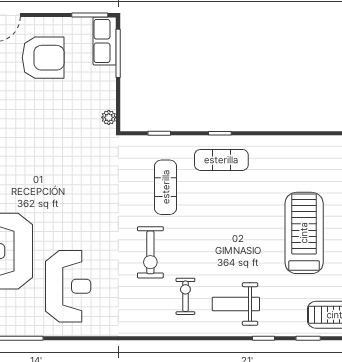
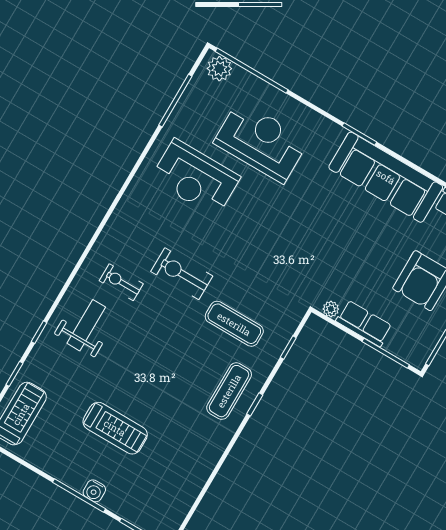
row of seats: (105, 41) -> (364, 324), moved
treadmill: (304, 233) -> (115, 428), width x0.73, depth x0.73
exercise bike: (185, 296) -> (121, 282), turned 180

